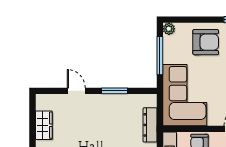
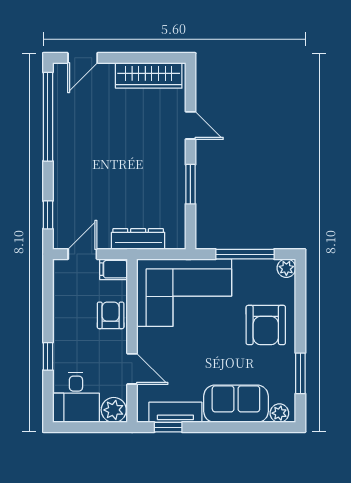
door: (76, 91) -> (190, 125), hinge flipped
wardrobe: (44, 125) -> (149, 75), width x1.50

